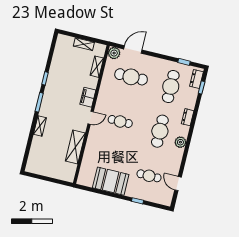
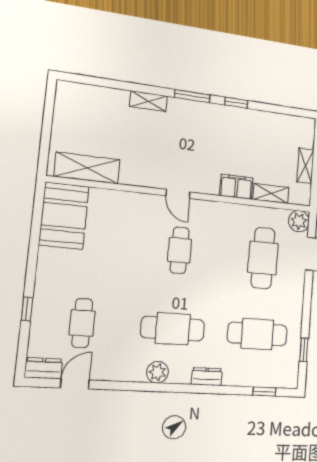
dresser: (196, 79) -> (43, 368), moved
filing cabinet: (88, 97) -> (236, 187), moved
shelving: (75, 147) -> (87, 168), moved
booth: (111, 181) -> (64, 216), moved

